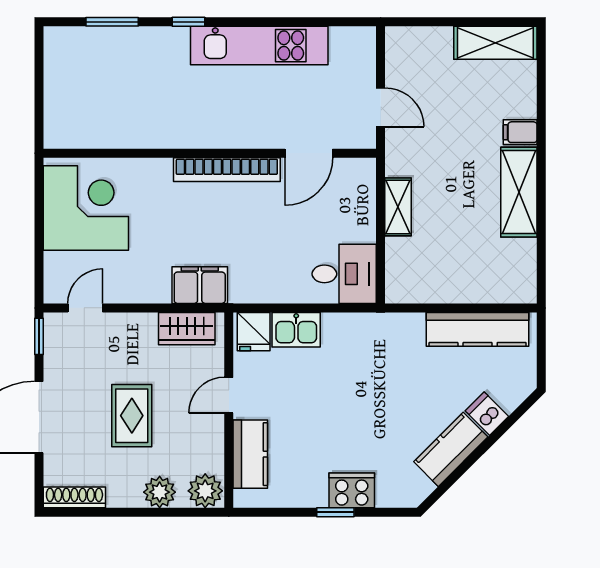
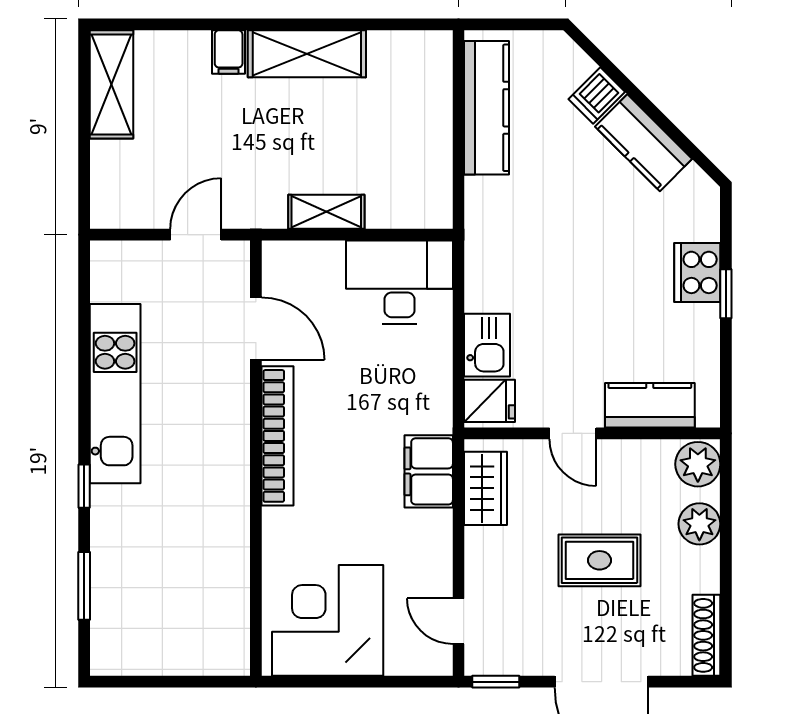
desk: (344, 274) -> (399, 282), width x1.37

